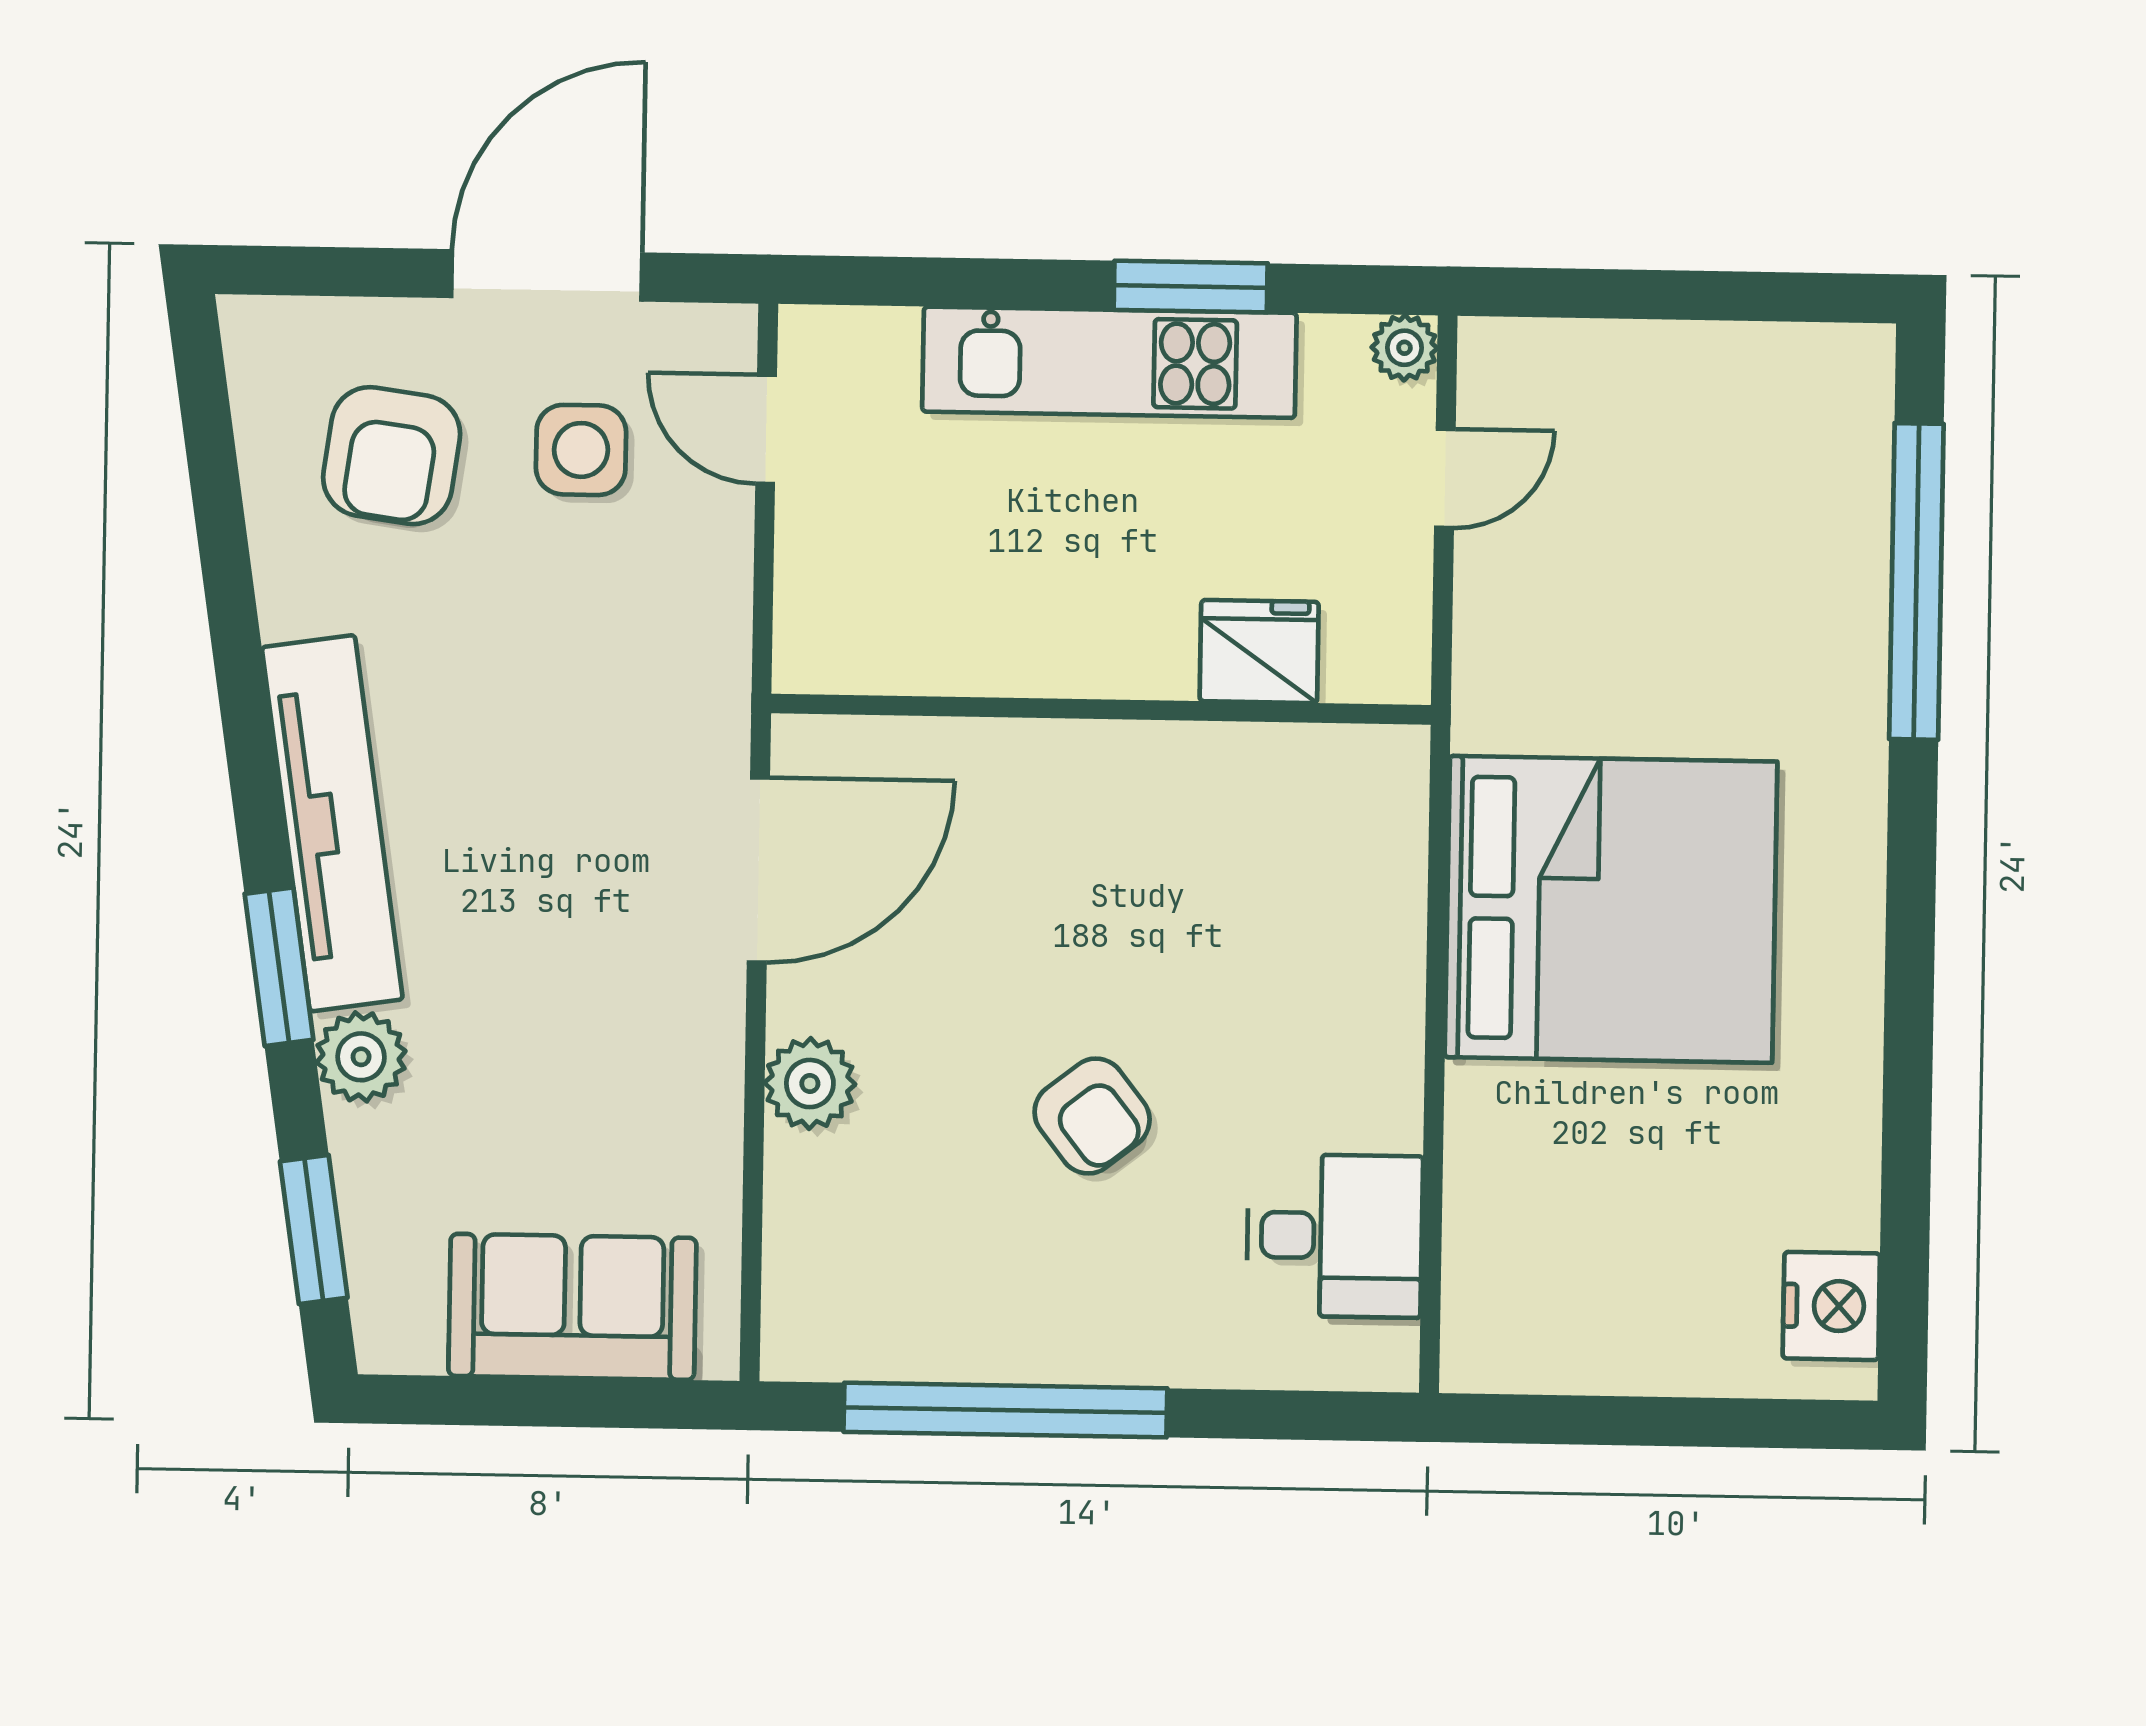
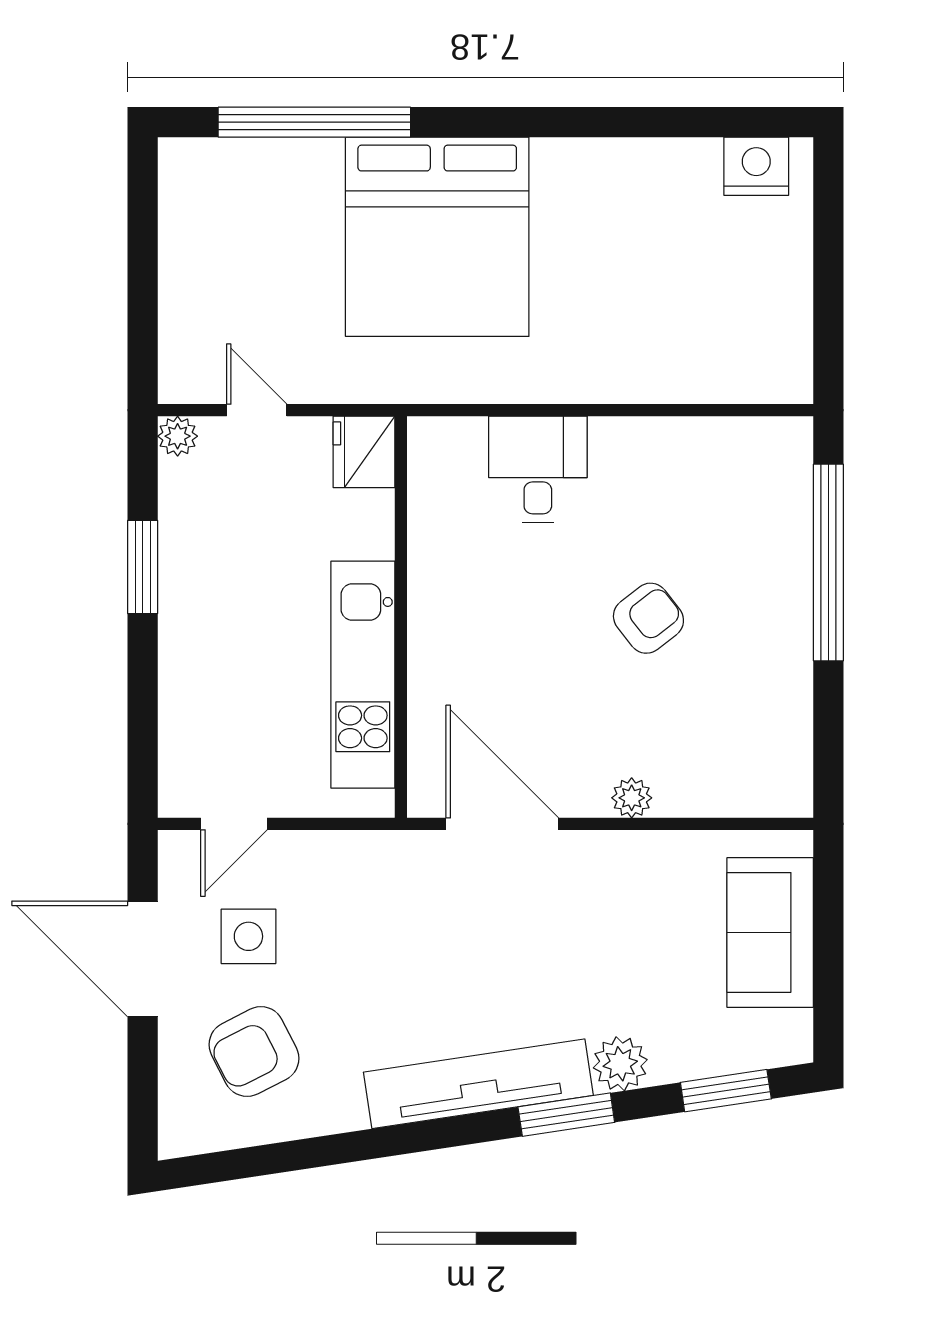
kitchen unit: (1109, 362) -> (363, 675), moved, turned 180
armchair: (392, 456) -> (254, 1052), turned 145
fridge: (1259, 652) -> (364, 452), moved
bed: (1611, 909) -> (437, 237), moved, turned 180
plant: (810, 1084) -> (632, 798), width x0.73, depth x0.73
desk: (1335, 1236) -> (538, 469), moved
window: (1005, 1410) -> (828, 563), moved

